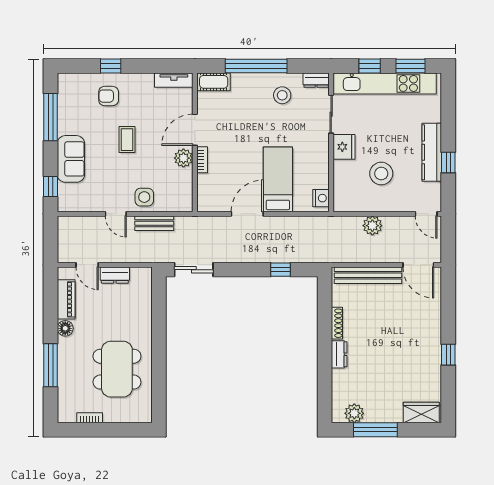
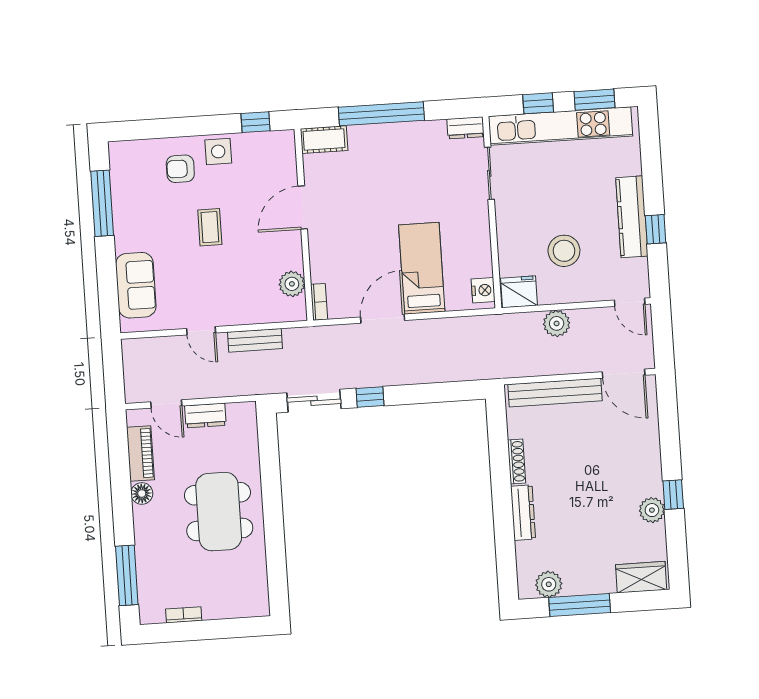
window: (111, 66) -> (256, 122), moved
tv unit: (174, 80) -> (269, 141), removed
stool: (282, 95) -> (420, 152), removed
fridge: (344, 147) -> (519, 292), moved, turned -90
plant: (183, 158) -> (292, 284), moved
sofa: (71, 159) -> (136, 285), moved
bookcase: (202, 160) -> (319, 302), moved
window: (51, 186) -> (108, 299), removed
side table: (144, 197) -> (218, 151), moved
window: (280, 270) -> (370, 397), moved
dresser: (339, 354) -> (523, 513), width x1.44
window: (51, 365) -> (127, 575), moved
plant: (432, 365) -> (652, 510), added
dining table: (117, 369) -> (219, 512), moved

